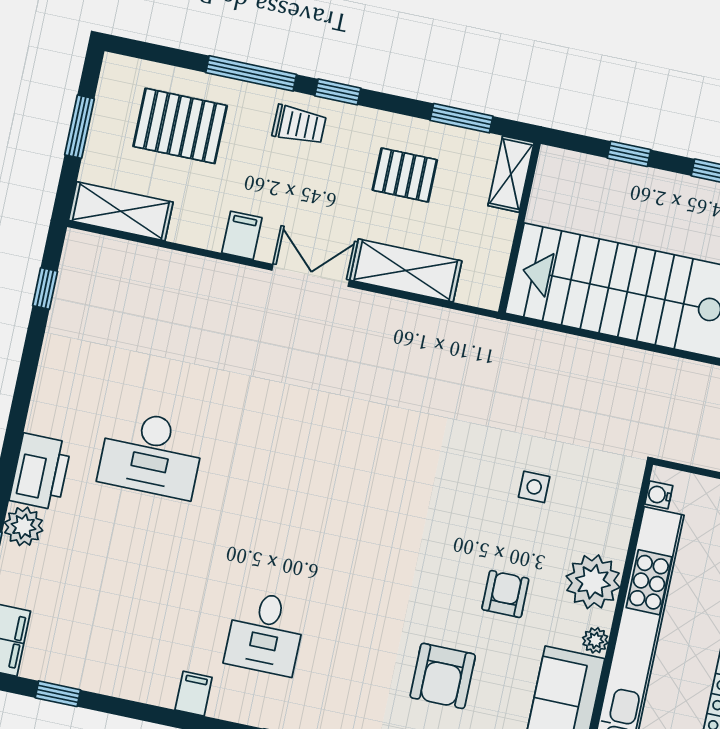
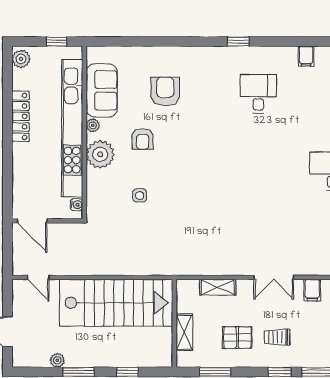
trolley: (299, 125) -> (277, 337), moved
shelving: (511, 174) -> (184, 332), moved
shelving: (406, 270) -> (218, 287), width x0.67, depth x0.75
filing cabinet: (194, 694) -> (306, 56), moved

